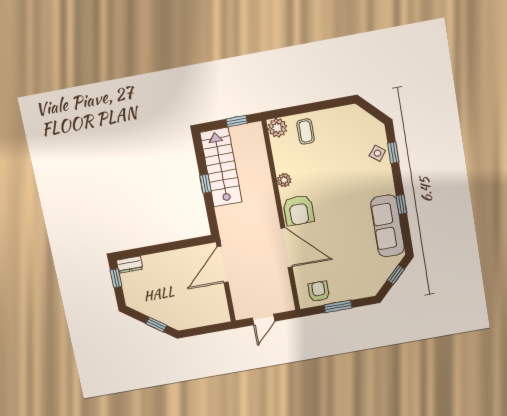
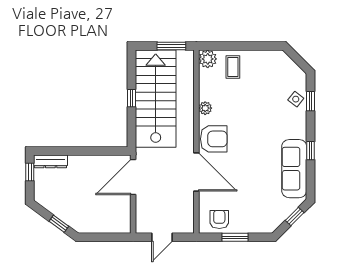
window: (237, 121) -> (171, 46), width x1.50
stairs: (221, 167) -> (156, 99), width x1.36, depth x1.51
armchair: (299, 210) -> (214, 139), turned -90
dresser: (130, 265) -> (50, 161), width x1.44

